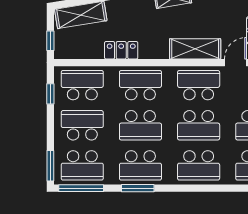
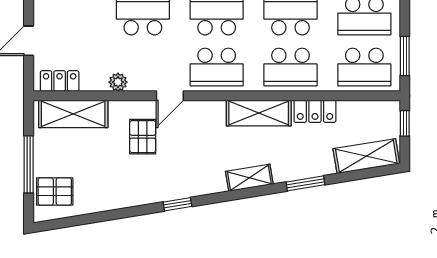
shelving: (195, 49) -> (259, 113), moved
window: (50, 94) -> (405, 56), width x1.50

